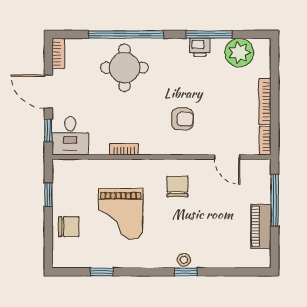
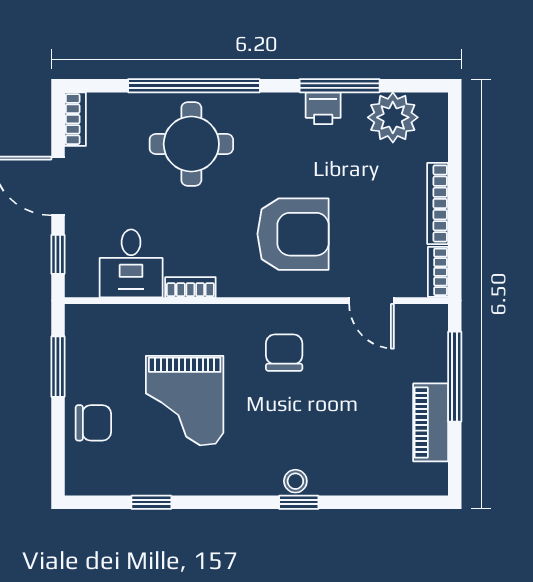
armchair: (182, 119) -> (293, 234), width x1.88, depth x1.88
desk: (70, 136) -> (131, 263), moved
window: (48, 195) -> (58, 367), width x1.50

